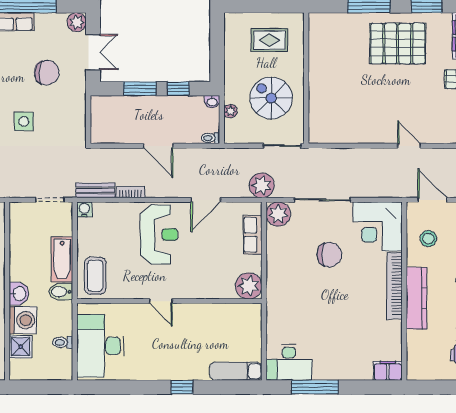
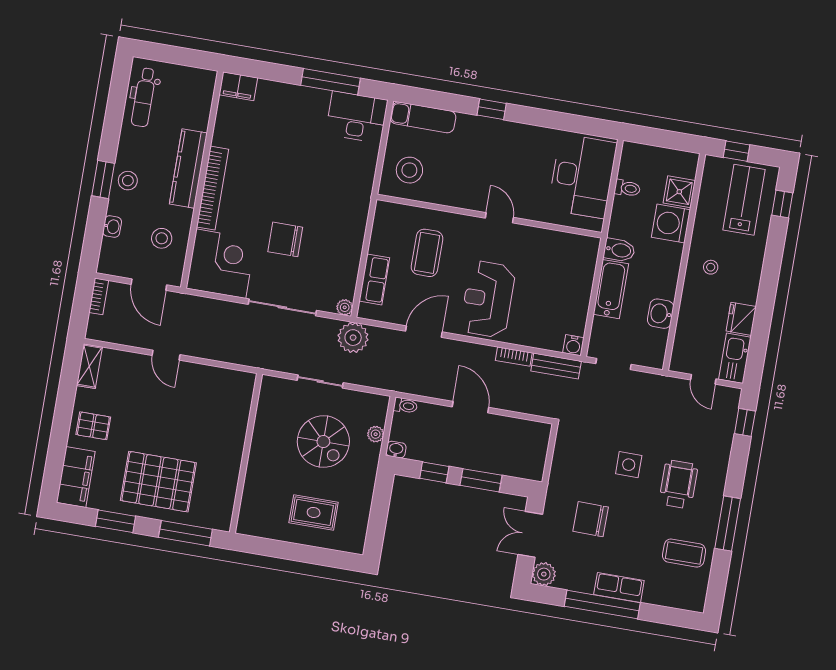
wall: (306, 78) -> (246, 453), moved
plant: (278, 214) -> (345, 307), width x0.53, depth x0.53
coffee table: (95, 276) -> (427, 253), moved
plant: (249, 286) -> (390, 218), removed
washbasin: (19, 294) -> (661, 314), moved
stool: (239, 327) -> (409, 170), added

